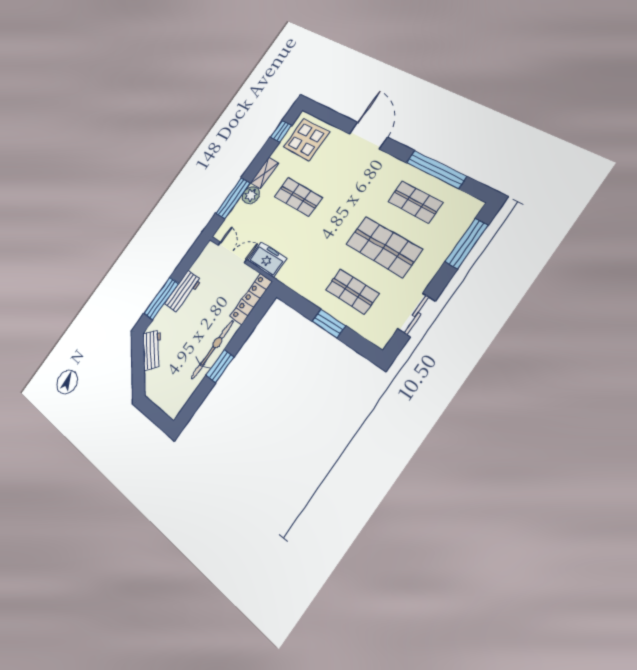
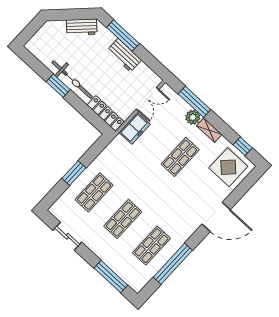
shop shelf: (384, 247) -> (123, 219), width x0.70, depth x0.74

